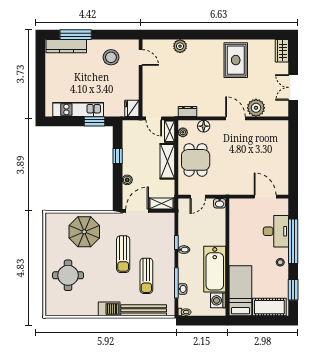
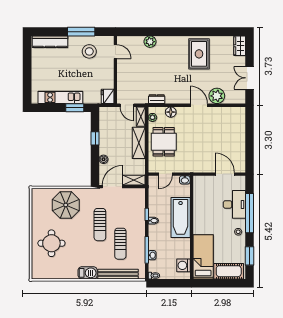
window: (76, 35) -> (81, 32), moved
bathtub: (215, 269) -> (181, 218), moved

